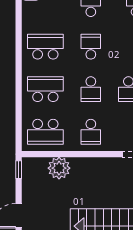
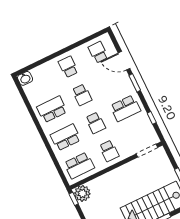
school desk: (91, 47) -> (82, 95), turned 180
plant: (59, 168) -> (82, 193), moved

